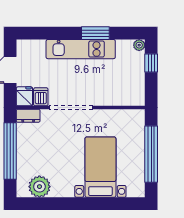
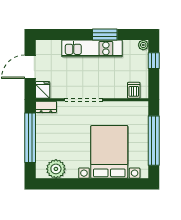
dishwasher: (41, 97) -> (134, 90), moved
bed with nightstands: (100, 167) -> (109, 152), width x1.36

